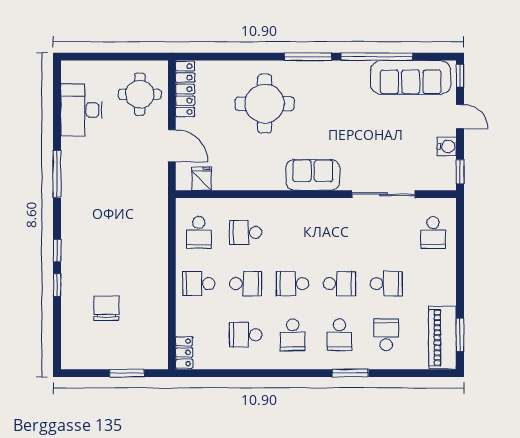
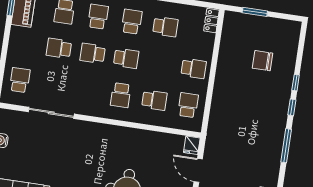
window: (57, 174) -> (286, 146), moved
sofa: (313, 175) -> (100, 134), removed
fridge: (202, 179) -> (192, 145), moved
school desk: (246, 284) -> (121, 95), moved, turned -90
chair: (106, 308) -> (263, 61), turned 90

